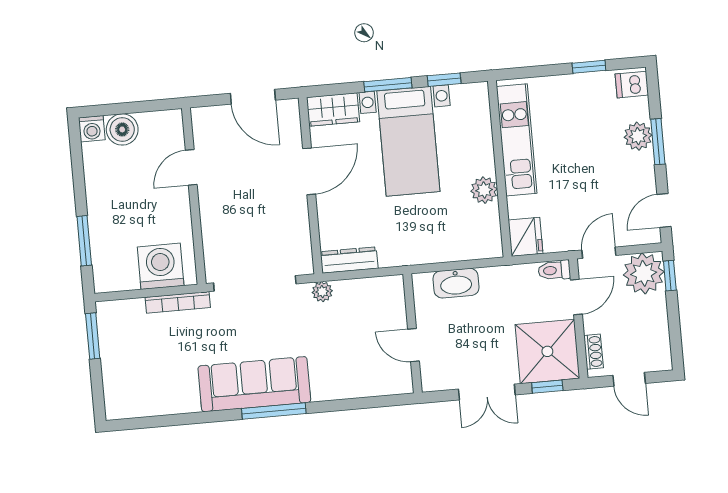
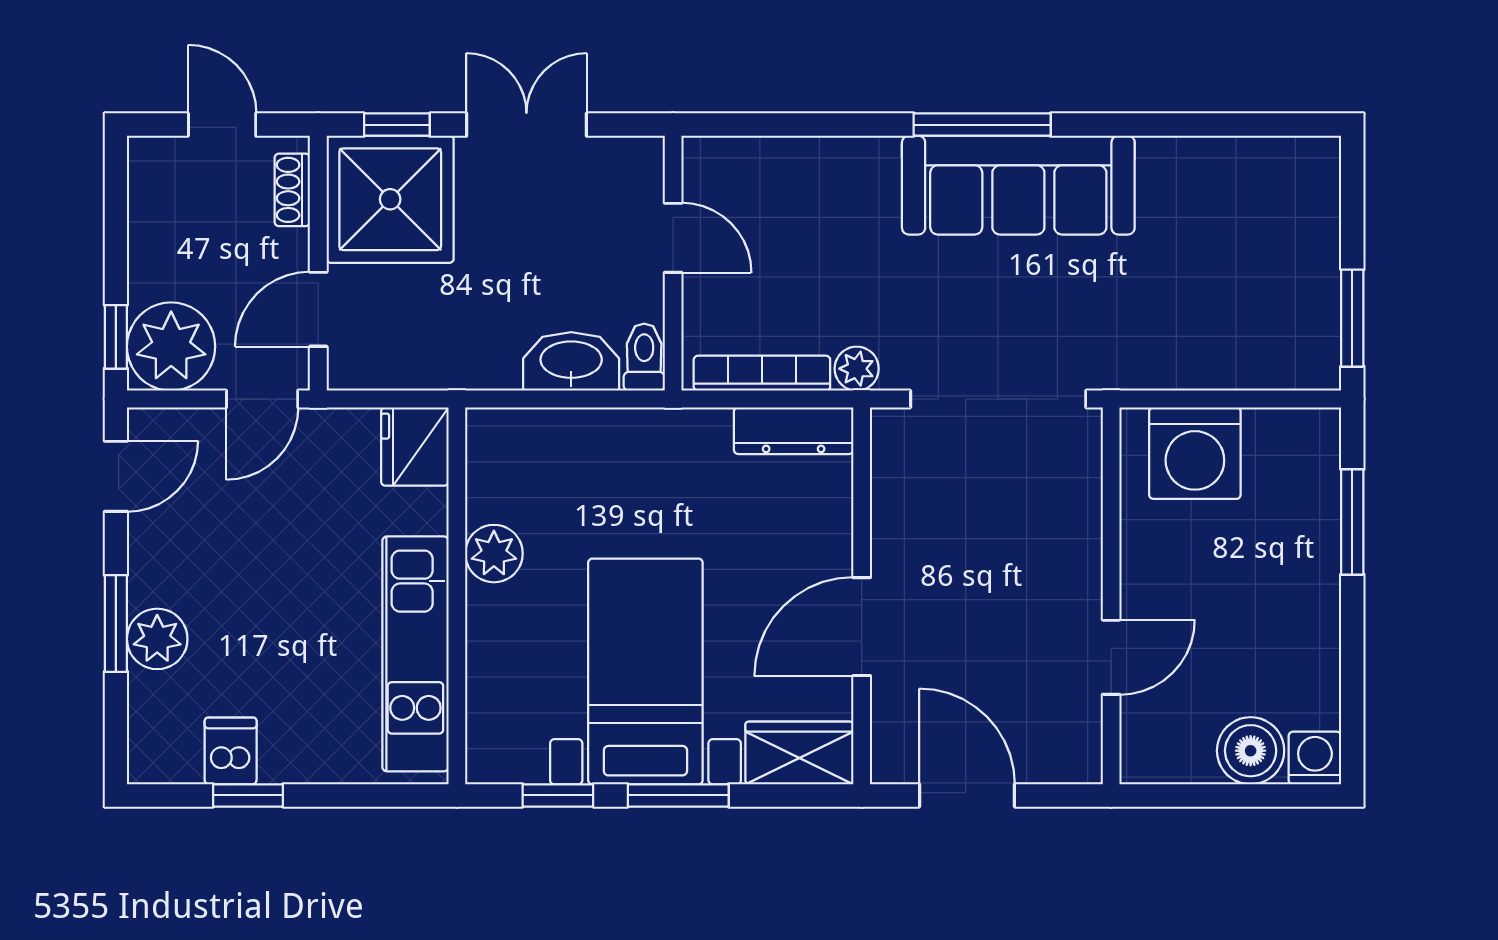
dishwasher: (632, 85) -> (231, 751), moved, turned -90
toilet: (554, 270) -> (644, 357), moved, turned -90
bookcase: (178, 302) -> (762, 373), moved

